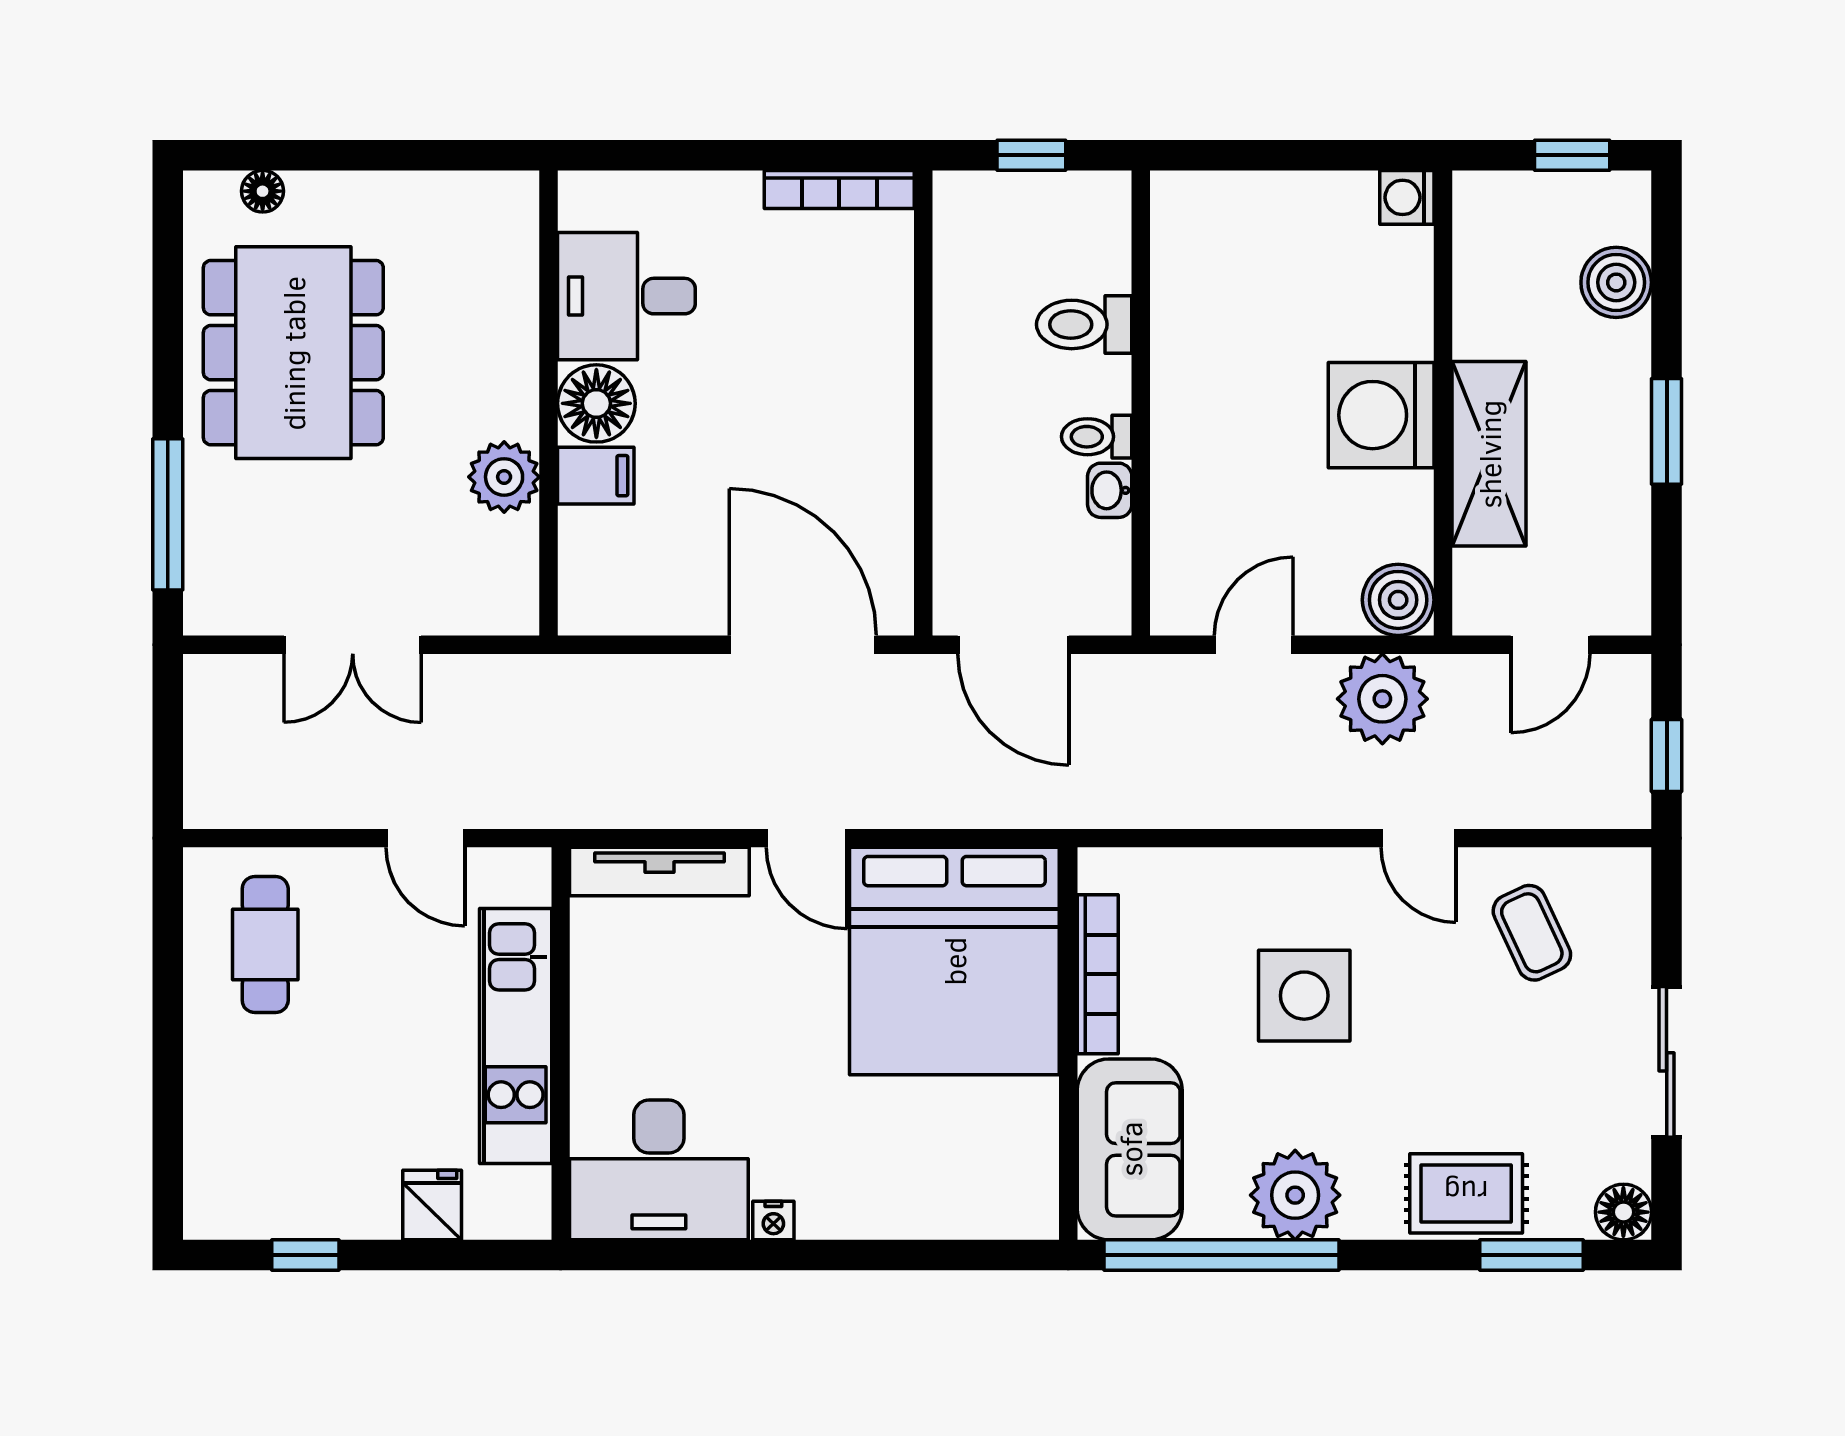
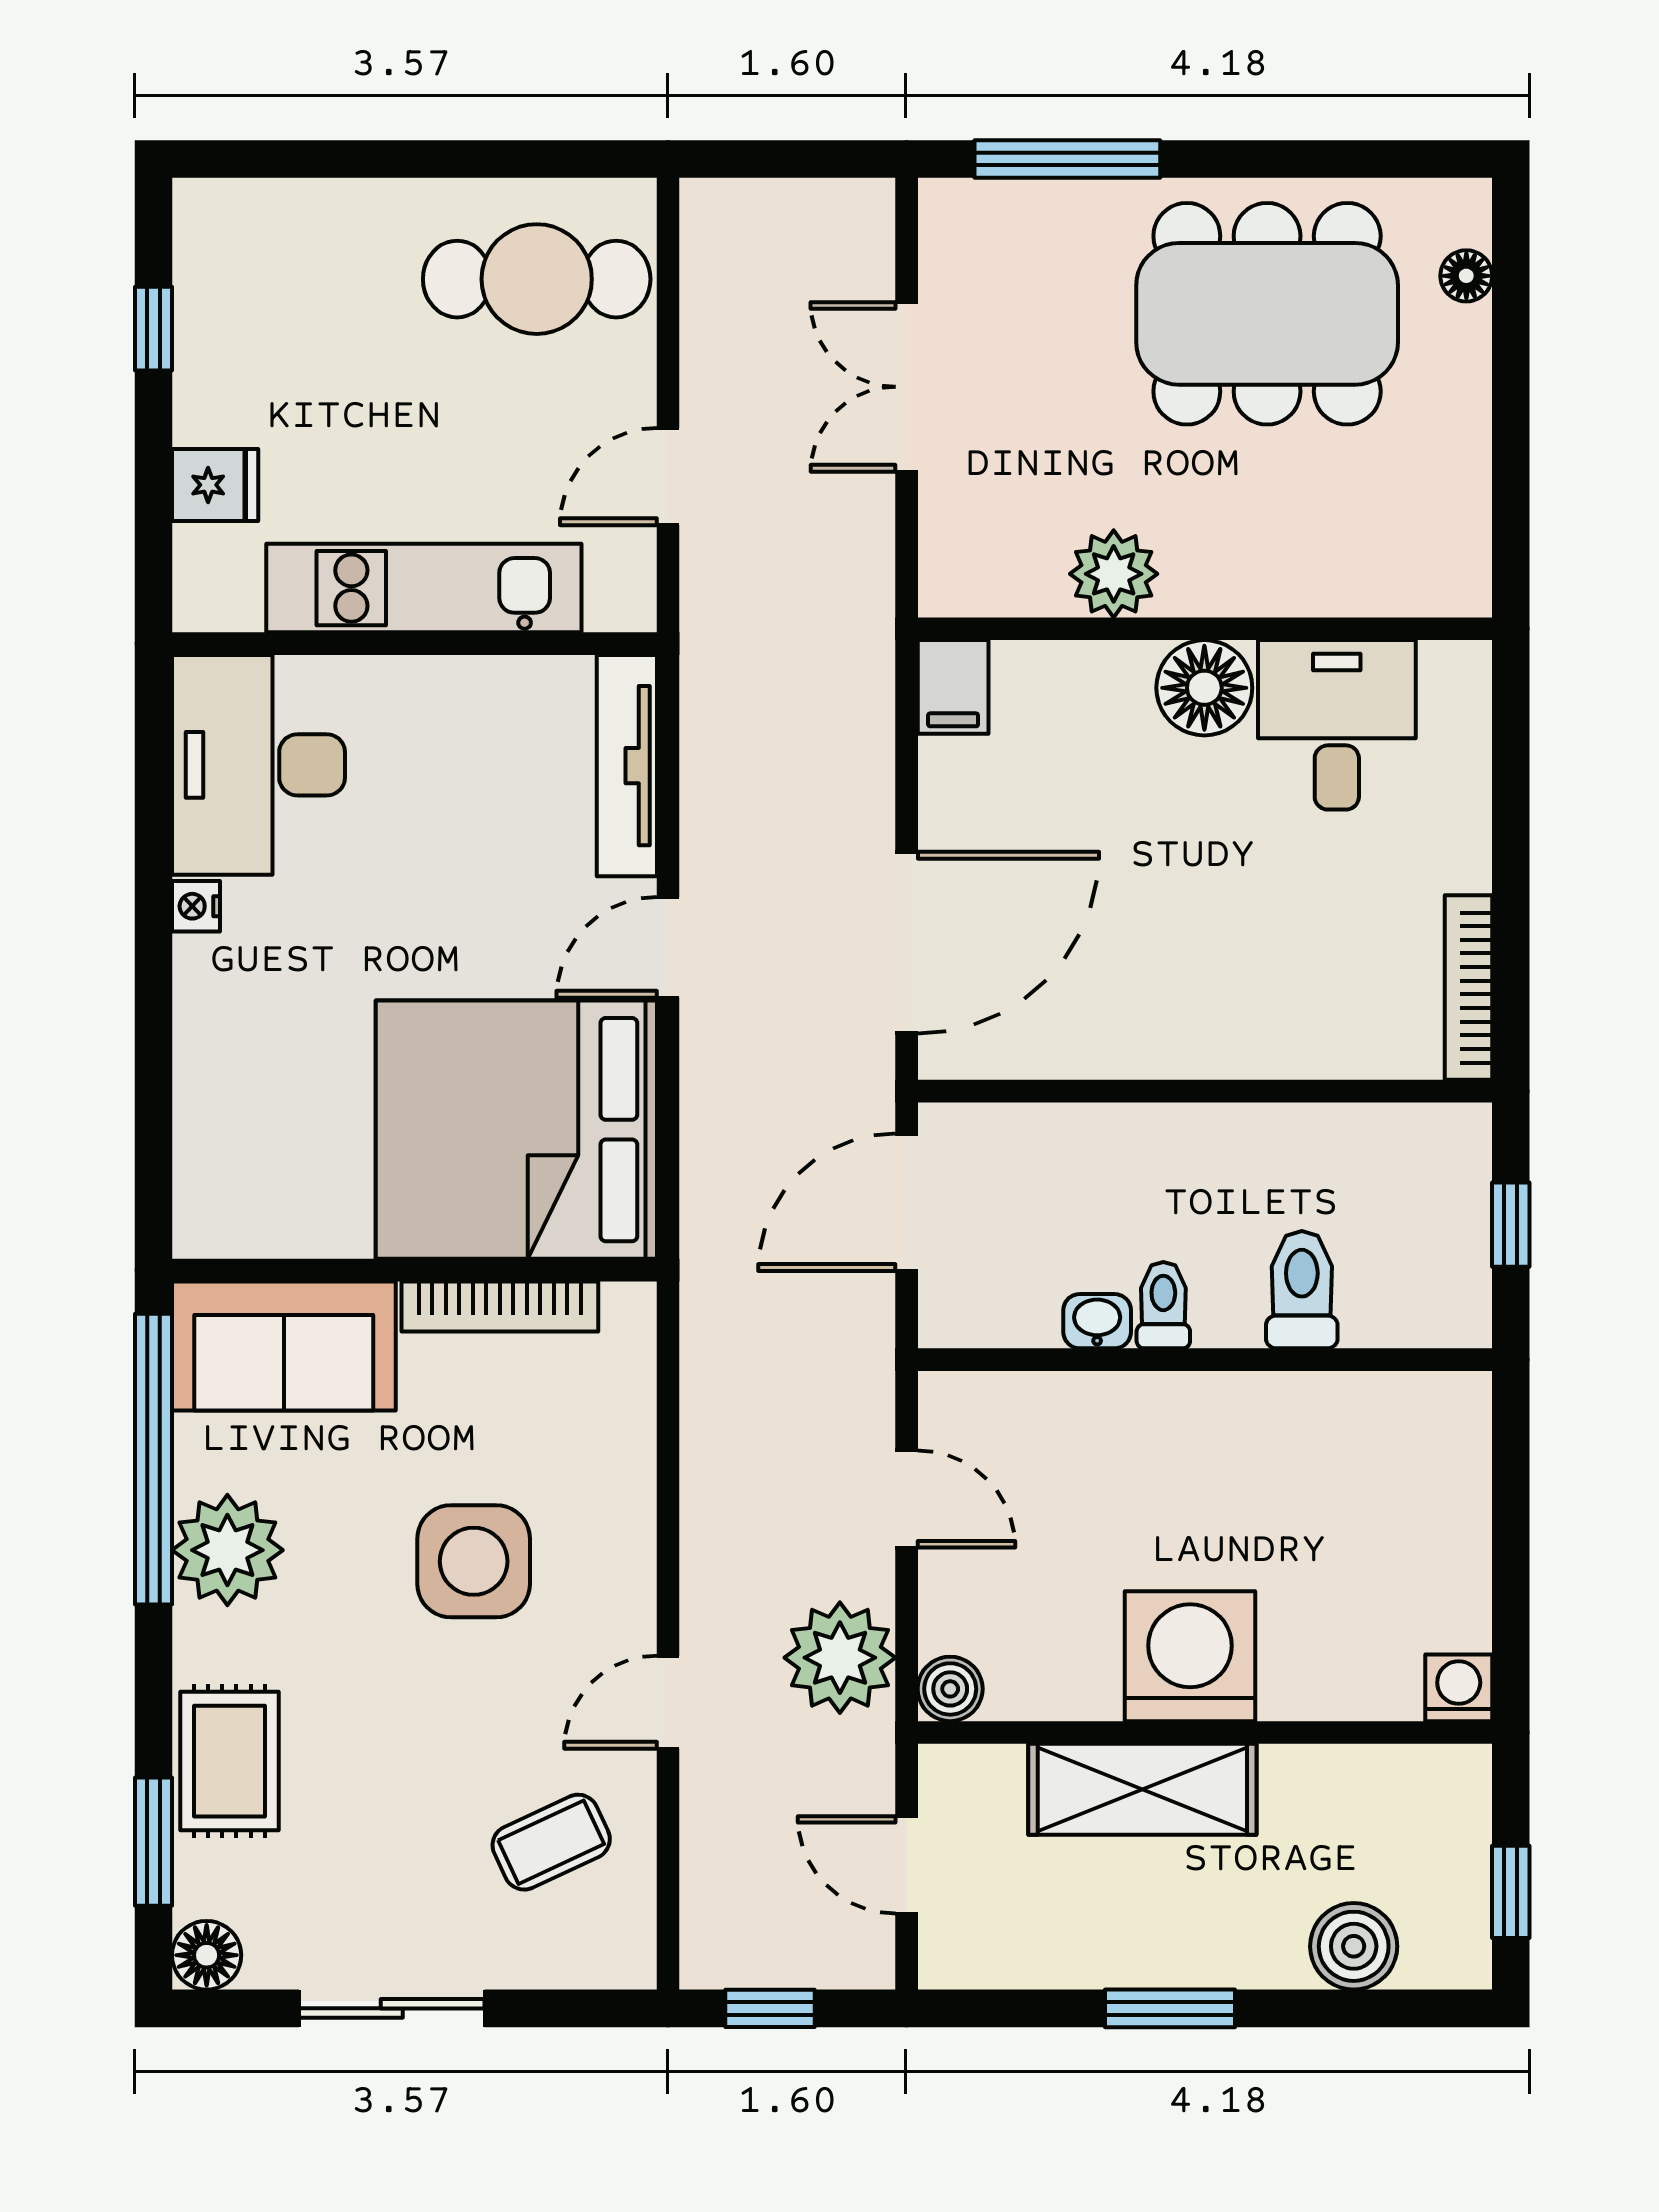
filing cabinet: (596, 476) -> (953, 687), moved
boiler: (1398, 600) -> (950, 1689), width x0.73, depth x0.73
cafe table: (265, 945) -> (537, 279), width x1.37, depth x1.35

